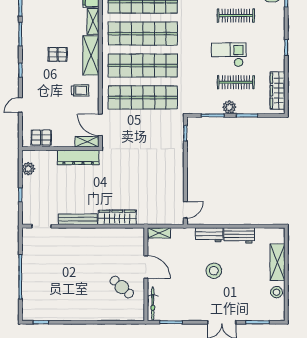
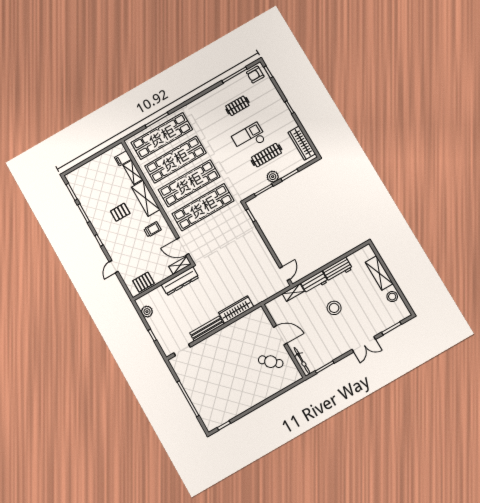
clothes rail: (236, 16) -> (237, 106), width x0.73
shelving: (159, 233) -> (293, 292), moved

